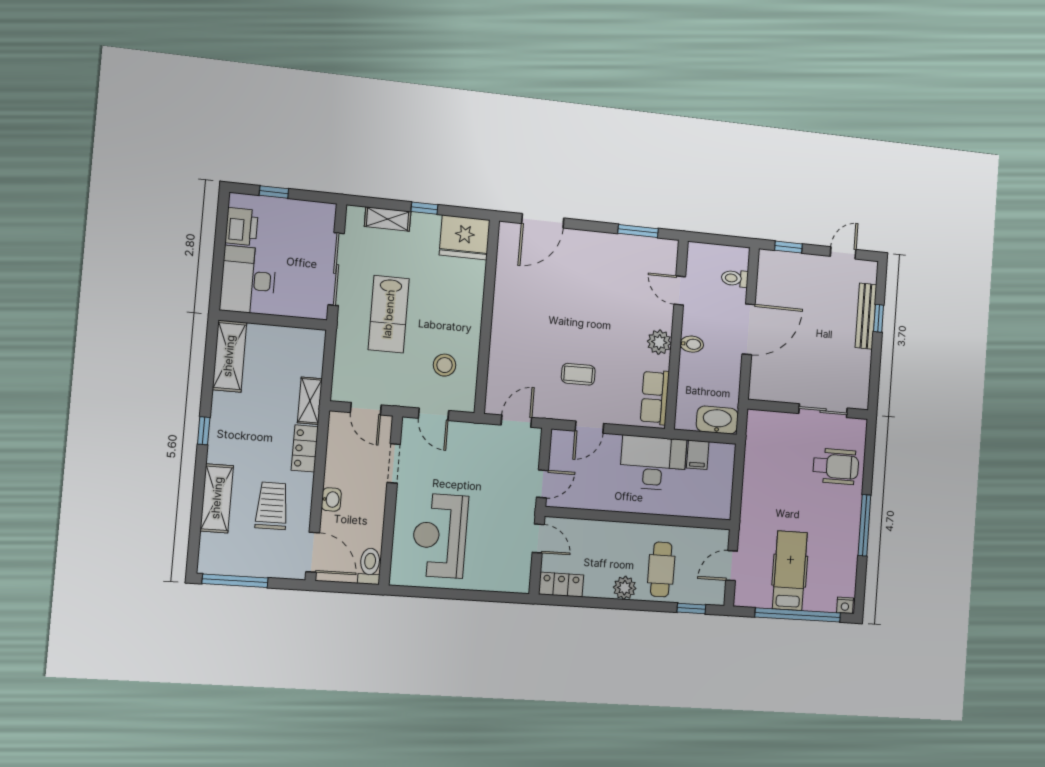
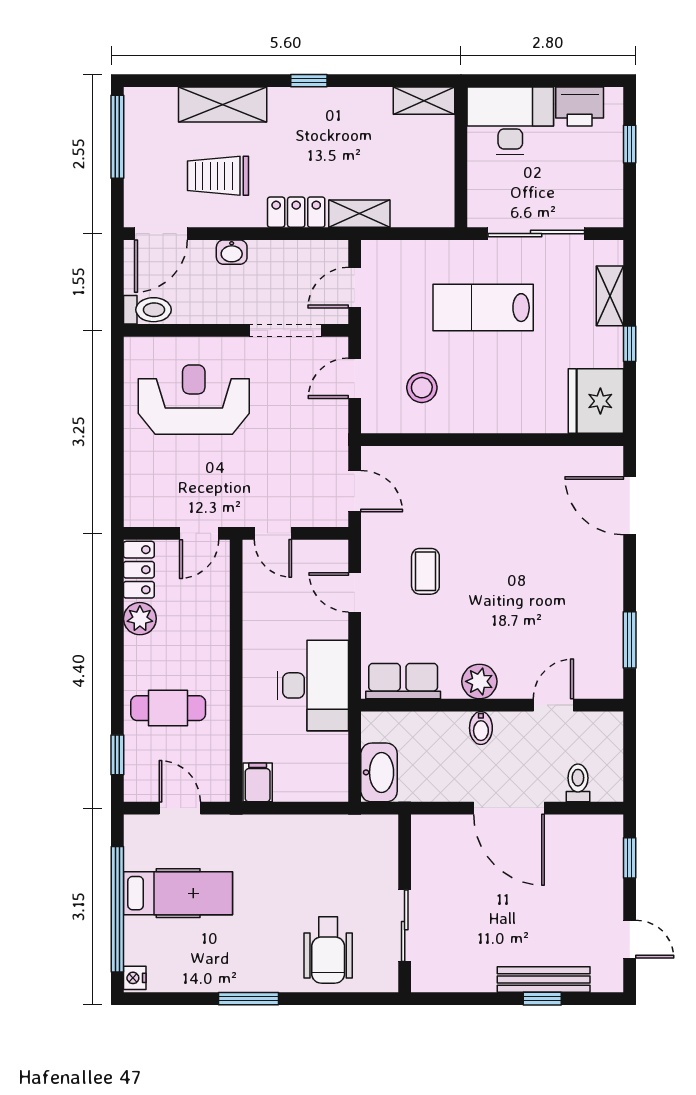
shelving: (229, 356) -> (424, 101), width x0.67, depth x0.75
filing cabinet: (698, 455) -> (258, 782), moved, turned 90
doorway: (394, 463) -> (285, 330), width x1.38
trolley: (272, 506) -> (218, 176), turned 180
window: (864, 525) -> (249, 999), width x0.69
plant: (625, 588) -> (140, 619), moved

